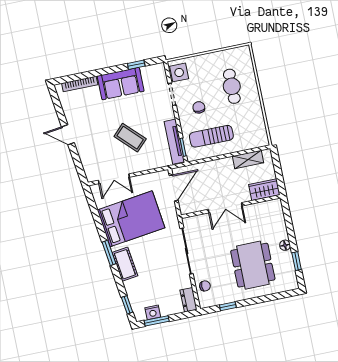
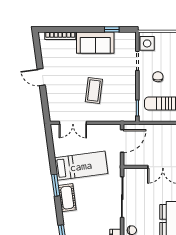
coffee table: (130, 138) -> (94, 90), turned 52
tv unit: (174, 142) -> (131, 102), removed
bed: (131, 219) -> (81, 166), width x0.67

